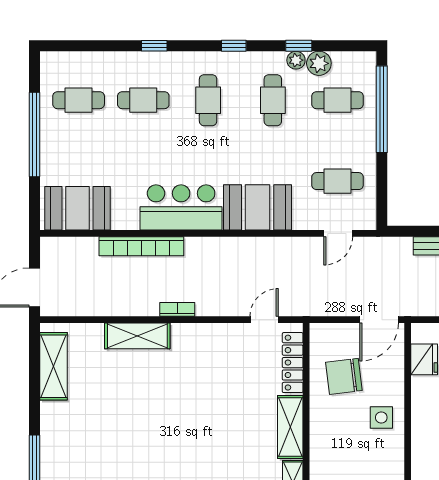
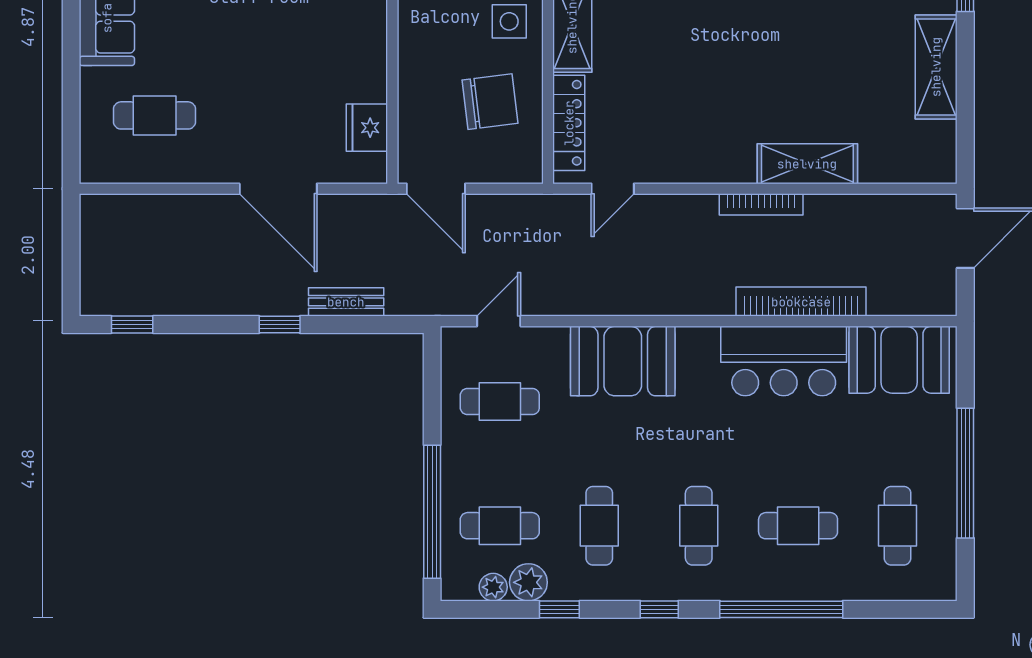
window: (154, 46) -> (781, 609), width x3.17
plant: (296, 60) -> (493, 587), moved
cafe table: (79, 100) -> (897, 526), turned 90
bar counter: (181, 207) -> (784, 361), moved
bookcase: (177, 309) -> (761, 204), width x1.56
door: (379, 320) -> (436, 189), swing flipped
shelving: (53, 366) -> (936, 67), moved
side table: (381, 418) -> (509, 21), moved

